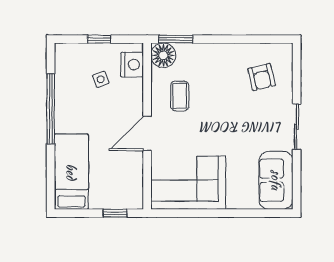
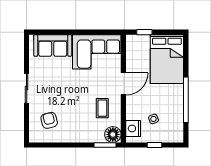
bed: (71, 172) -> (167, 59), width x1.50
sofa: (276, 180) -> (53, 46), moved, turned 90

